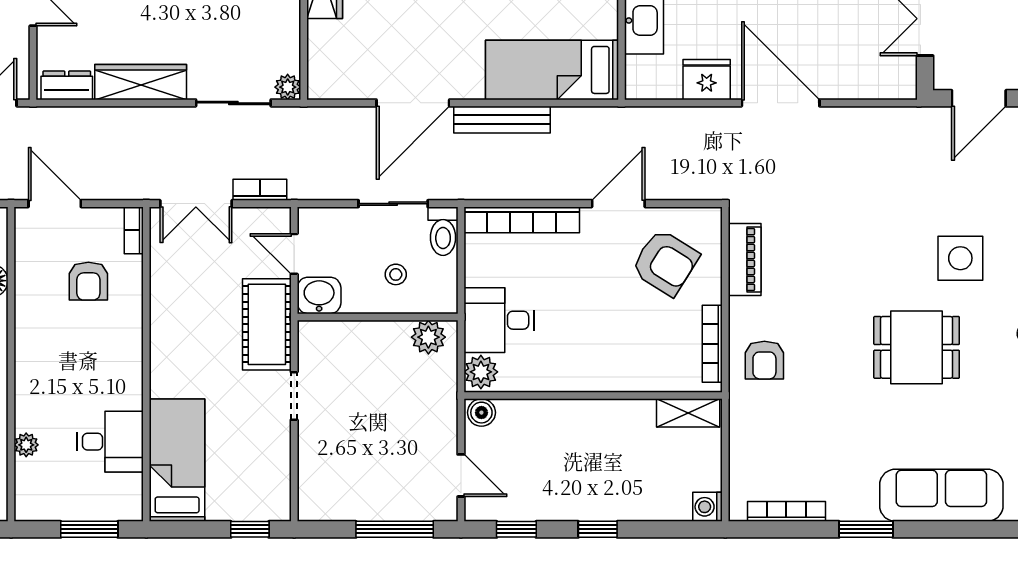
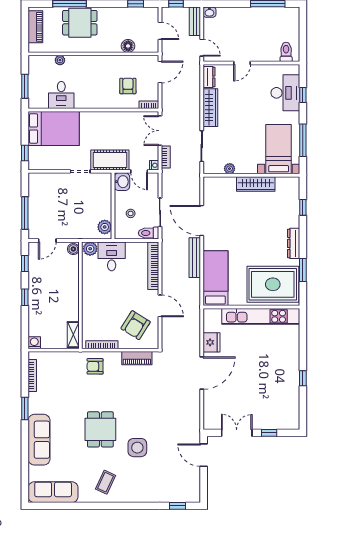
plant: (288, 87) -> (230, 169), moved
nightstand: (280, 218) -> (154, 165), added
door: (294, 254) -> (139, 171), swing flipped
armchair: (88, 281) -> (128, 86), turned 90
bed: (177, 460) -> (54, 128), width x1.50

